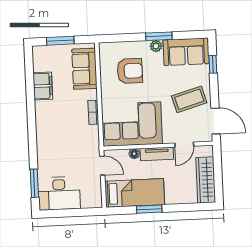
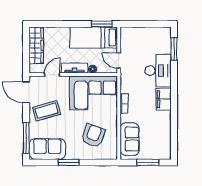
plant: (156, 46) -> (71, 155), removed
window: (213, 64) -> (26, 138), width x2.17
armchair: (130, 71) -> (93, 136), turned 109
filing cabinet: (43, 86) -> (164, 99), moved
desk: (59, 193) -> (158, 71), moved, turned 90
window: (149, 209) -> (102, 24), moved

